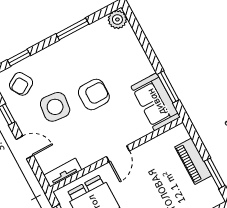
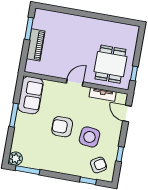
window: (72, 29) -> (28, 170), moved
window: (168, 87) -> (14, 115), moved
door: (25, 147) -> (127, 114), moved
tv unit: (63, 173) -> (103, 94), moved

